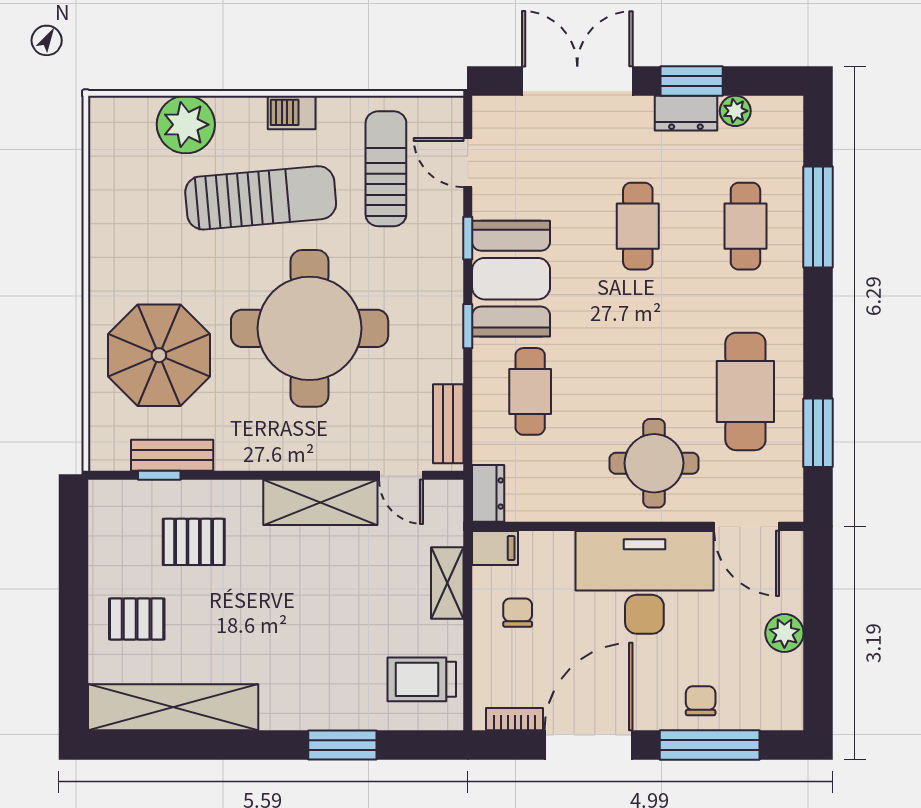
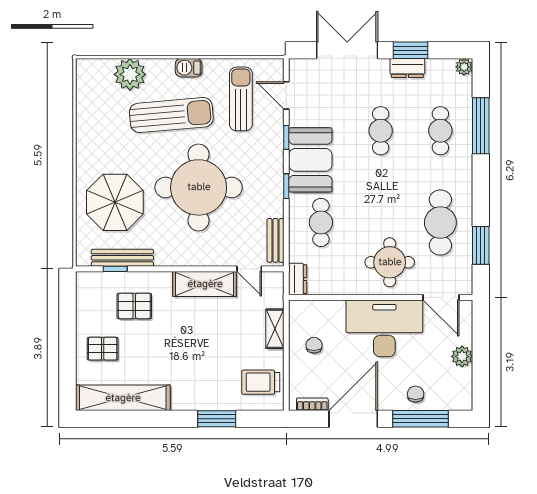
plant: (735, 111) -> (464, 67), moved
bench: (172, 455) -> (122, 258), width x1.36
filing cabinet: (495, 548) -> (301, 309), removed

